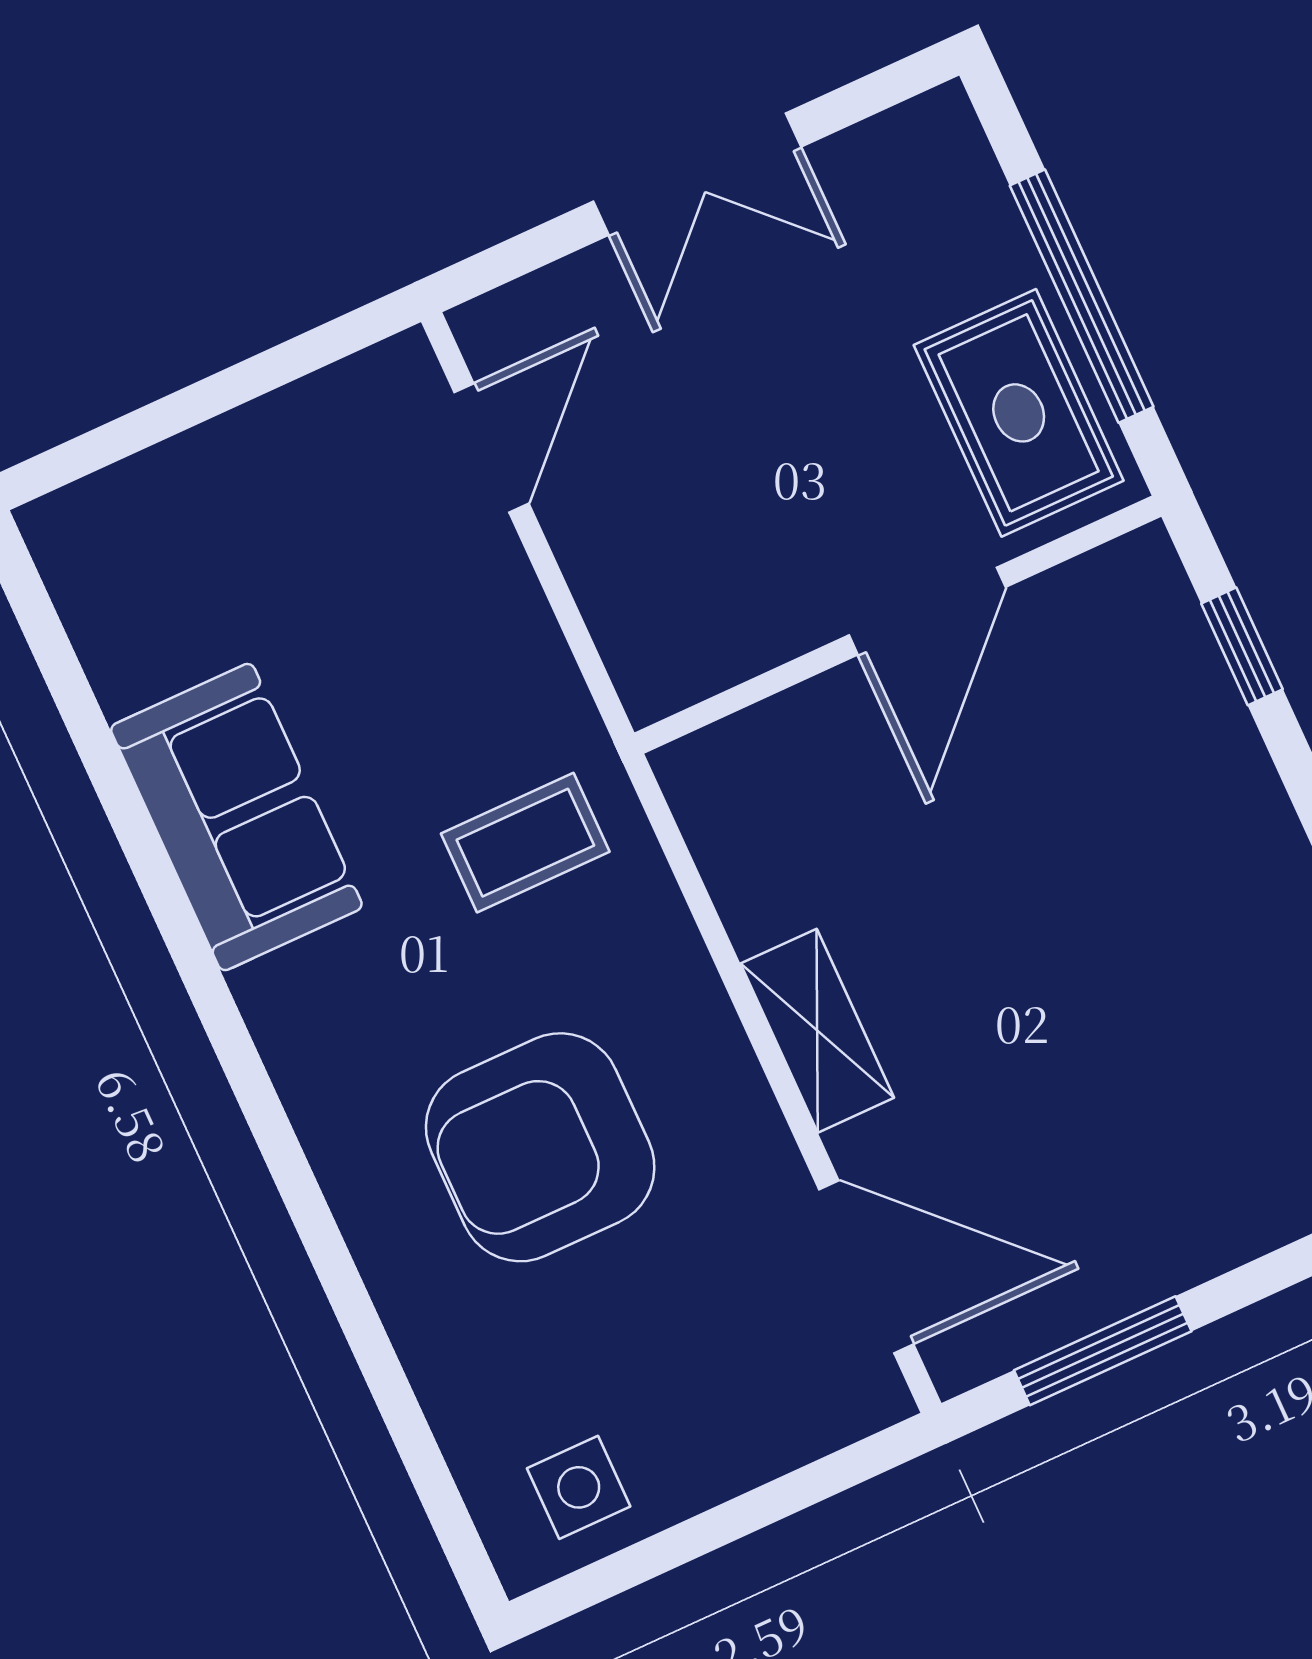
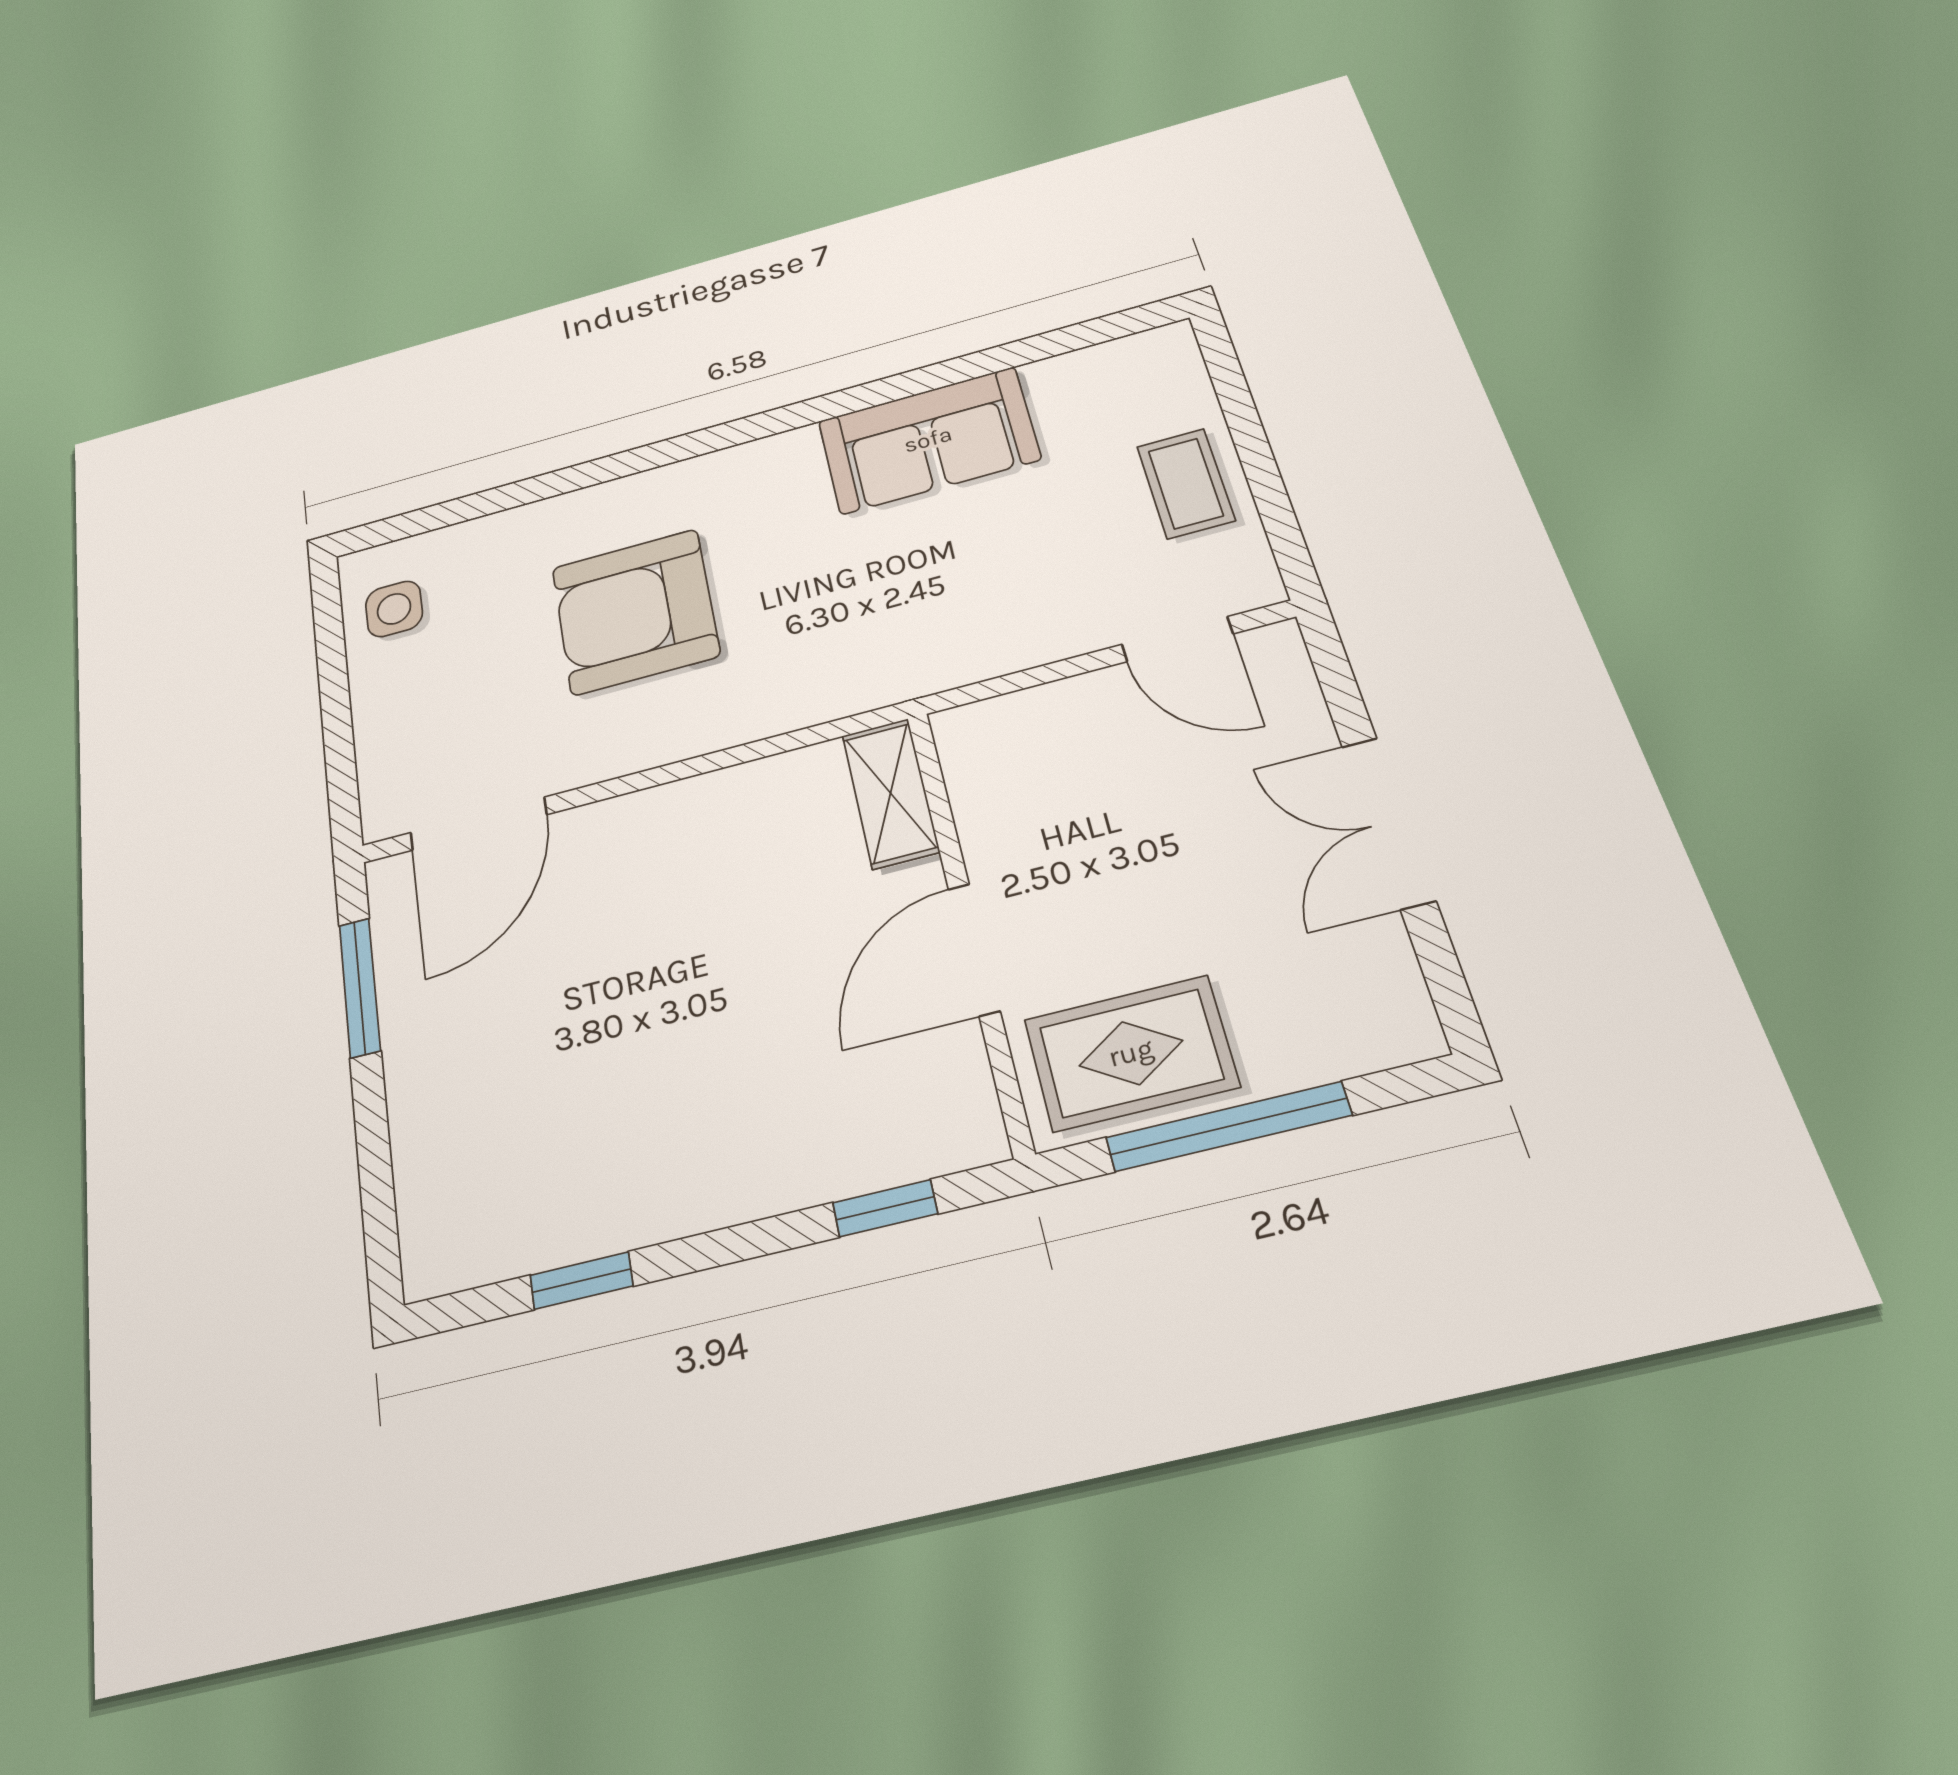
door: (927, 611) -> (974, 949), hinge flipped
coffee table: (525, 843) -> (1186, 483), moved
shelving: (817, 1031) -> (890, 793), moved, turned 90
armchair: (540, 1147) -> (635, 612), turned -90

